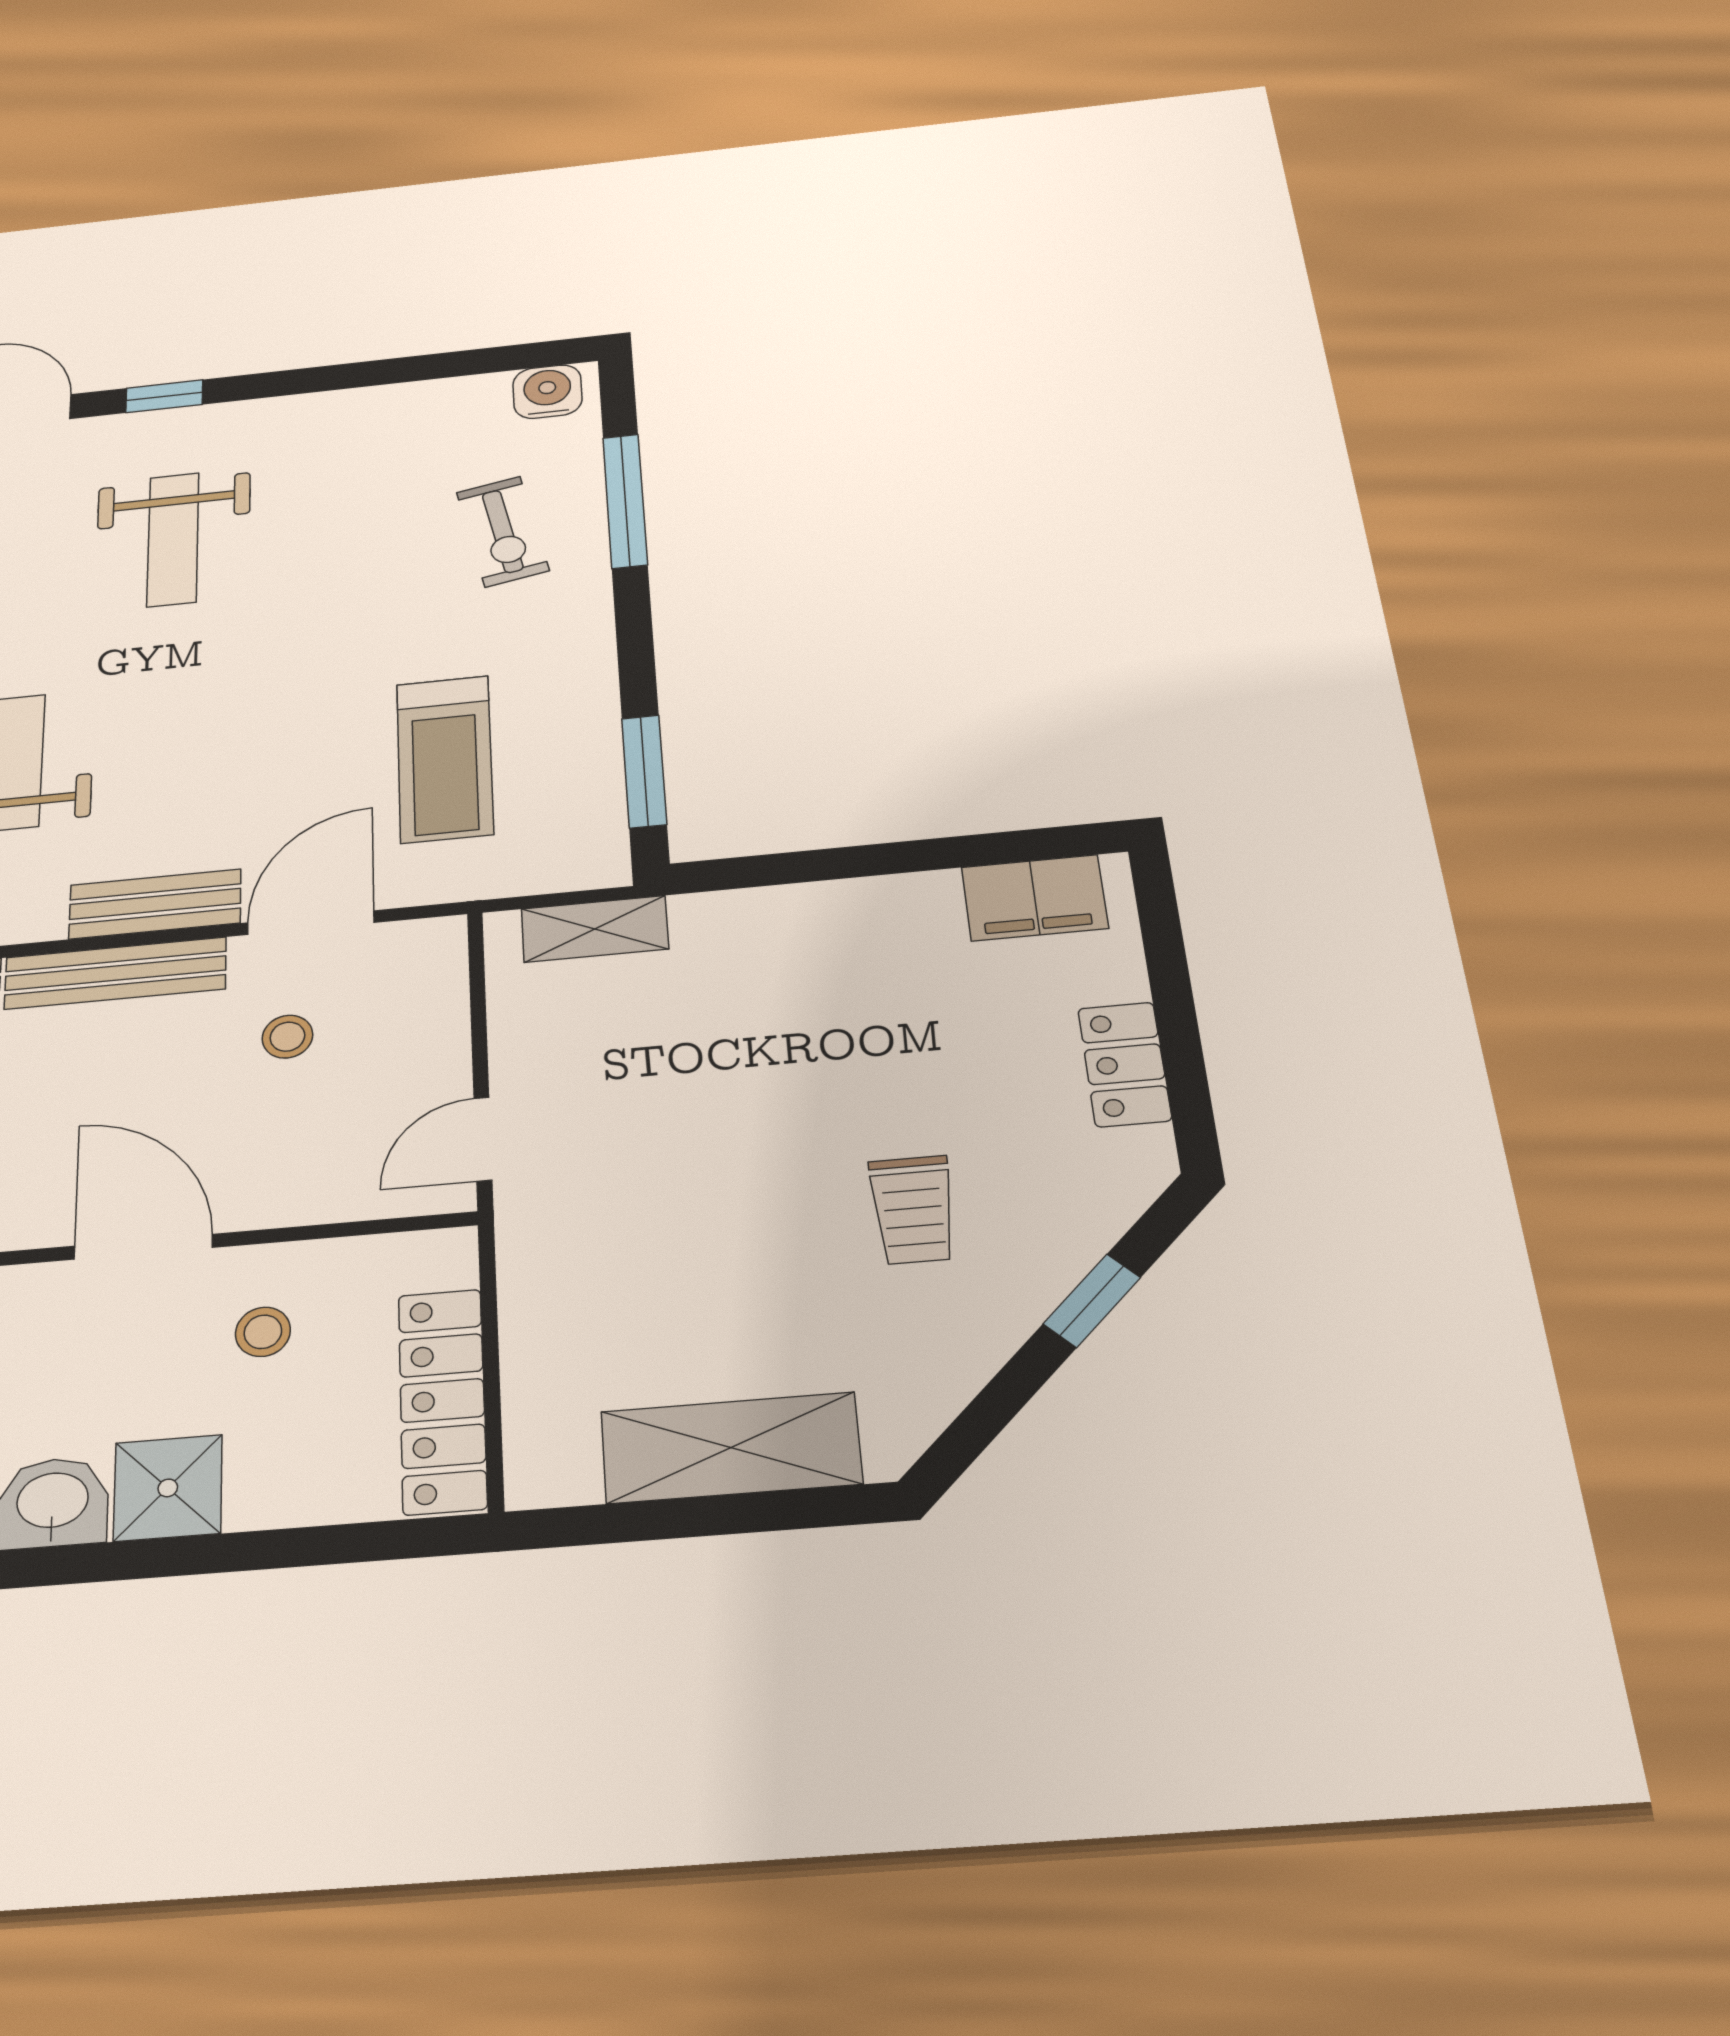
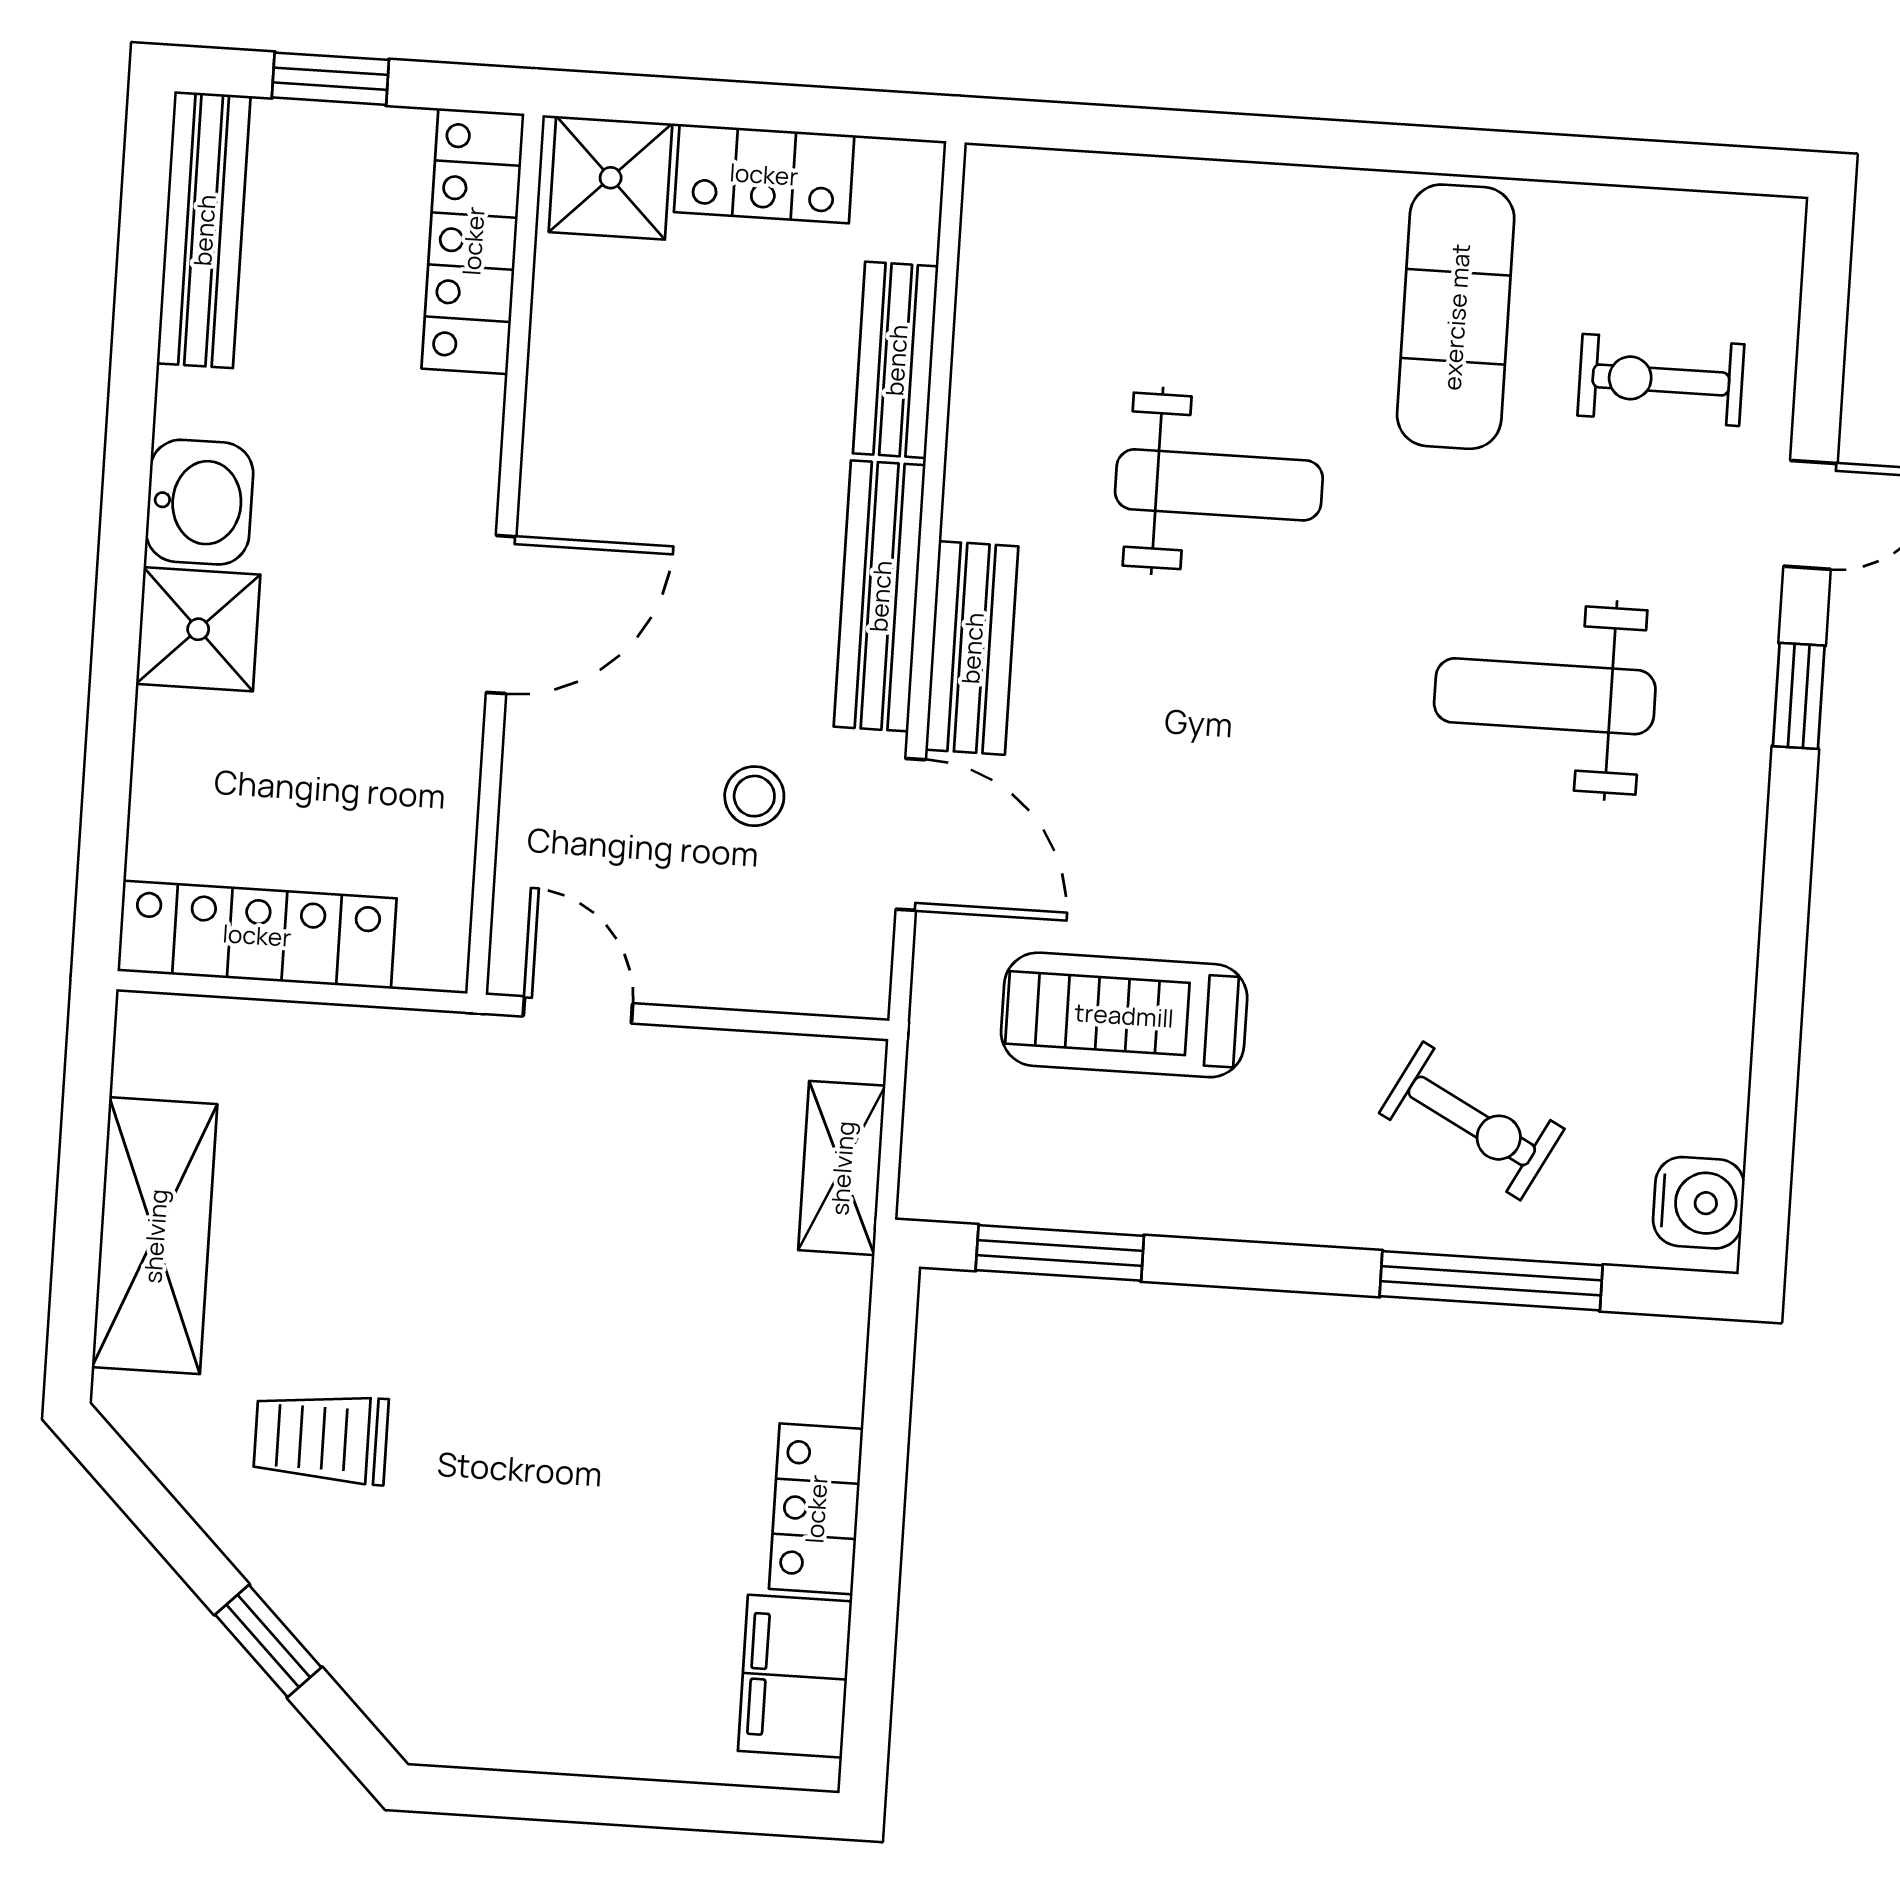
exercise bike: (503, 531) -> (1472, 1121), turned -141
locker: (1125, 1064) -> (816, 1509), moved, turned -90
trolley: (913, 1210) -> (321, 1438), moved
stool: (263, 1332) -> (372, 744), removed

